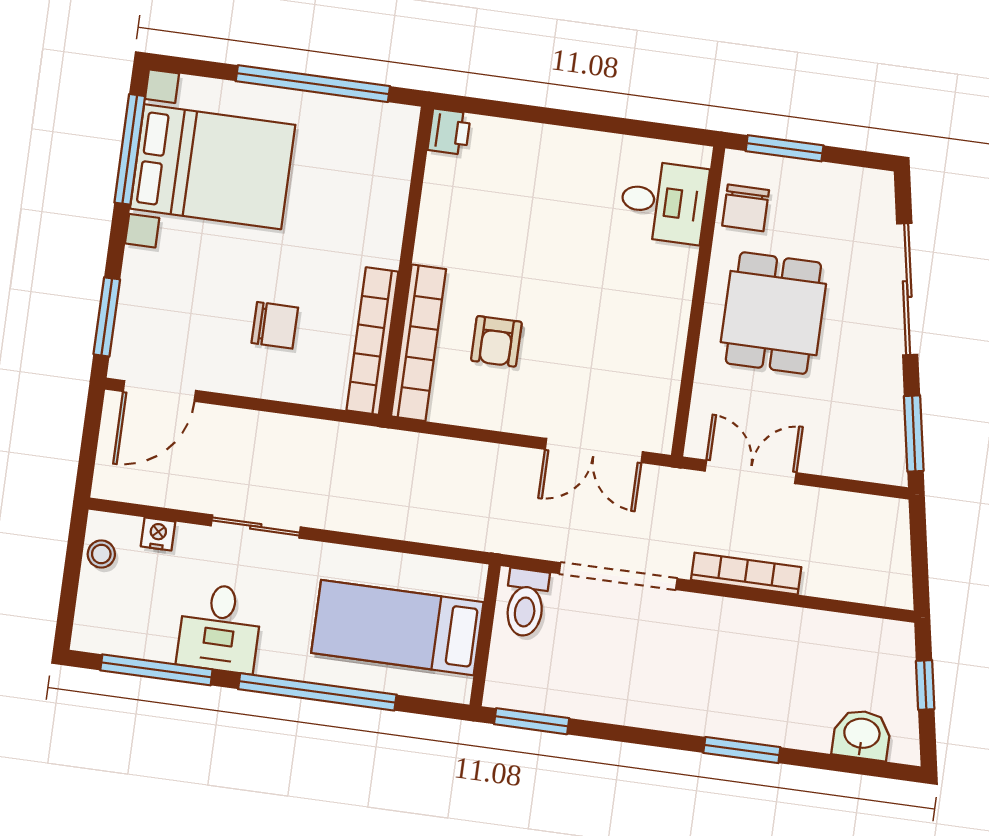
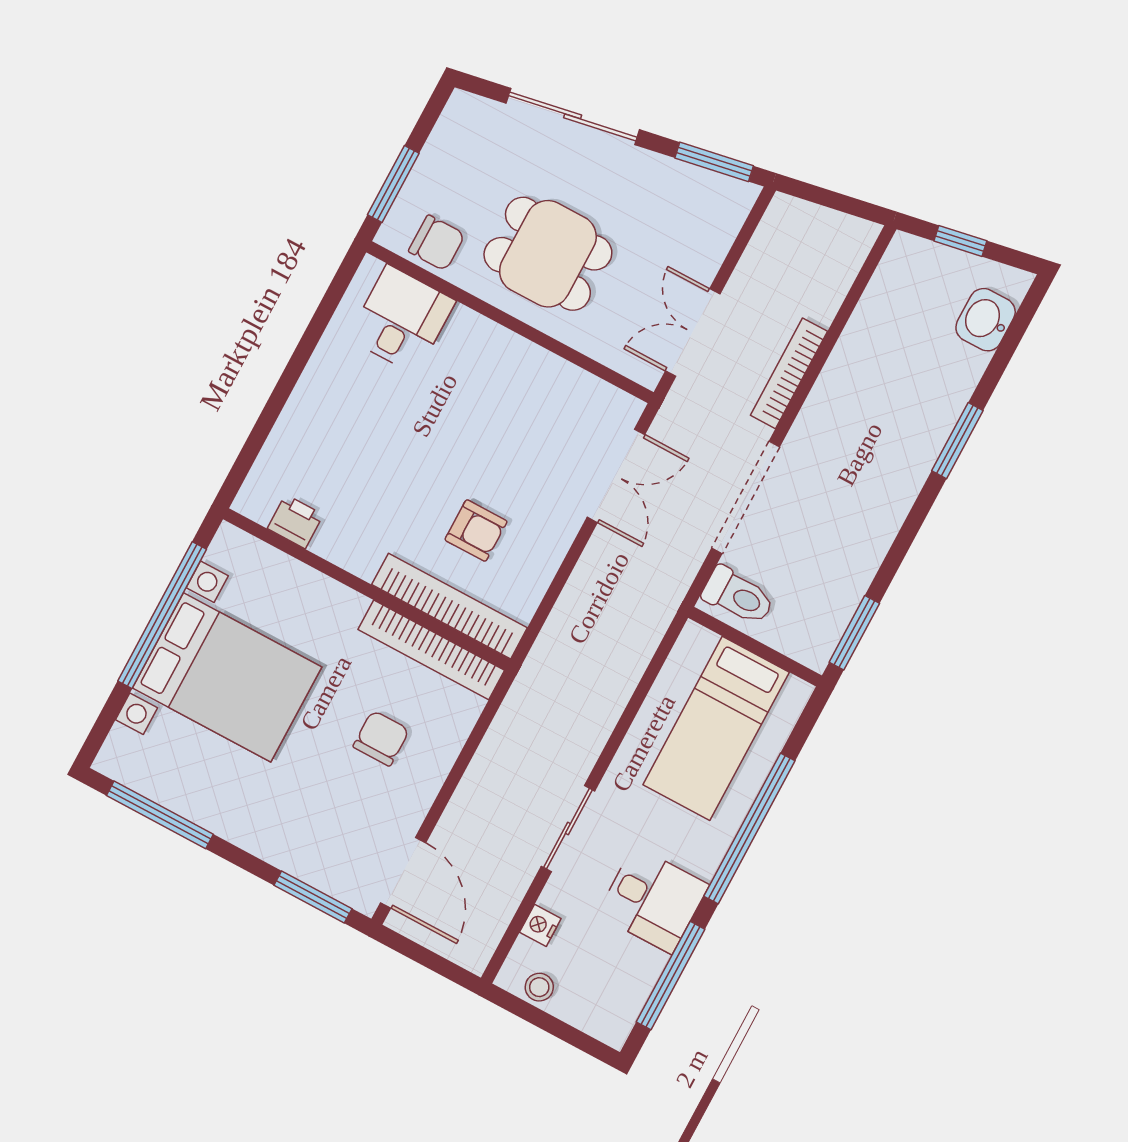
printer: (449, 132) -> (295, 522), moved
bed with nightstands: (213, 167) -> (227, 677), moved, turned 90

